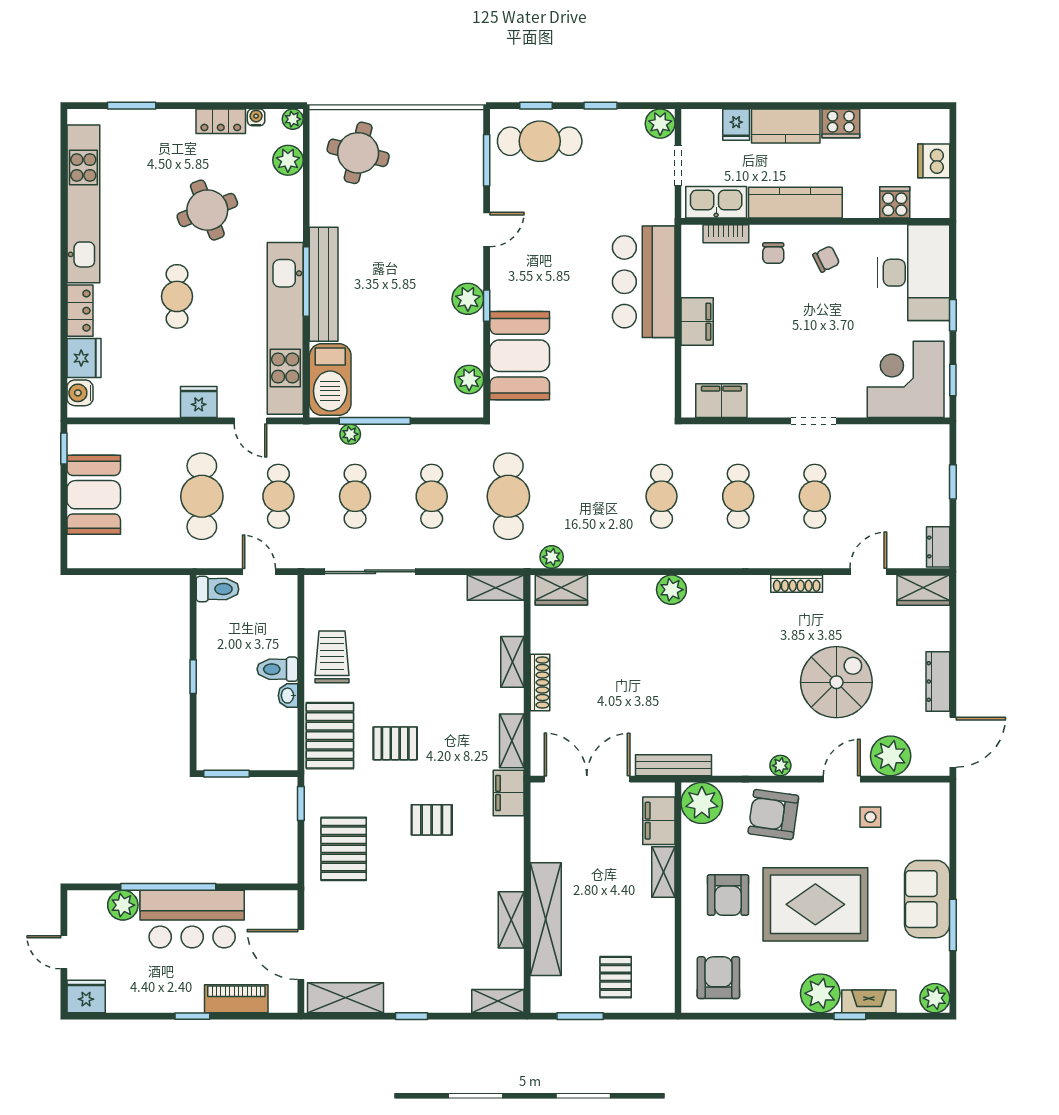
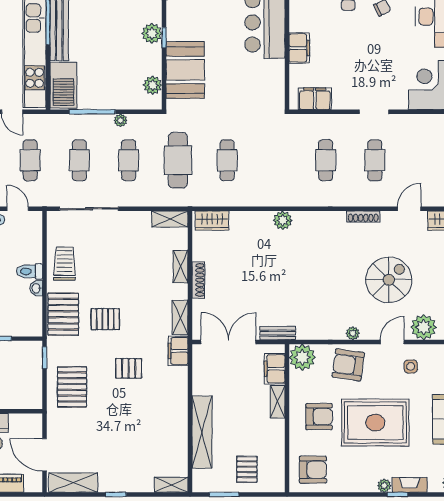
plant: (350, 434) -> (121, 120), moved
cafe table: (662, 496) -> (227, 160), moved
plant: (552, 557) -> (206, 199), removed
bench: (674, 765) -> (278, 333), width x0.73
armchair: (728, 895) -> (319, 417), turned -90
shelving: (511, 920) -> (180, 432), removed
armchair: (718, 978) -> (313, 470), turned 90
plant: (820, 993) -> (384, 486), width x0.53, depth x0.53

